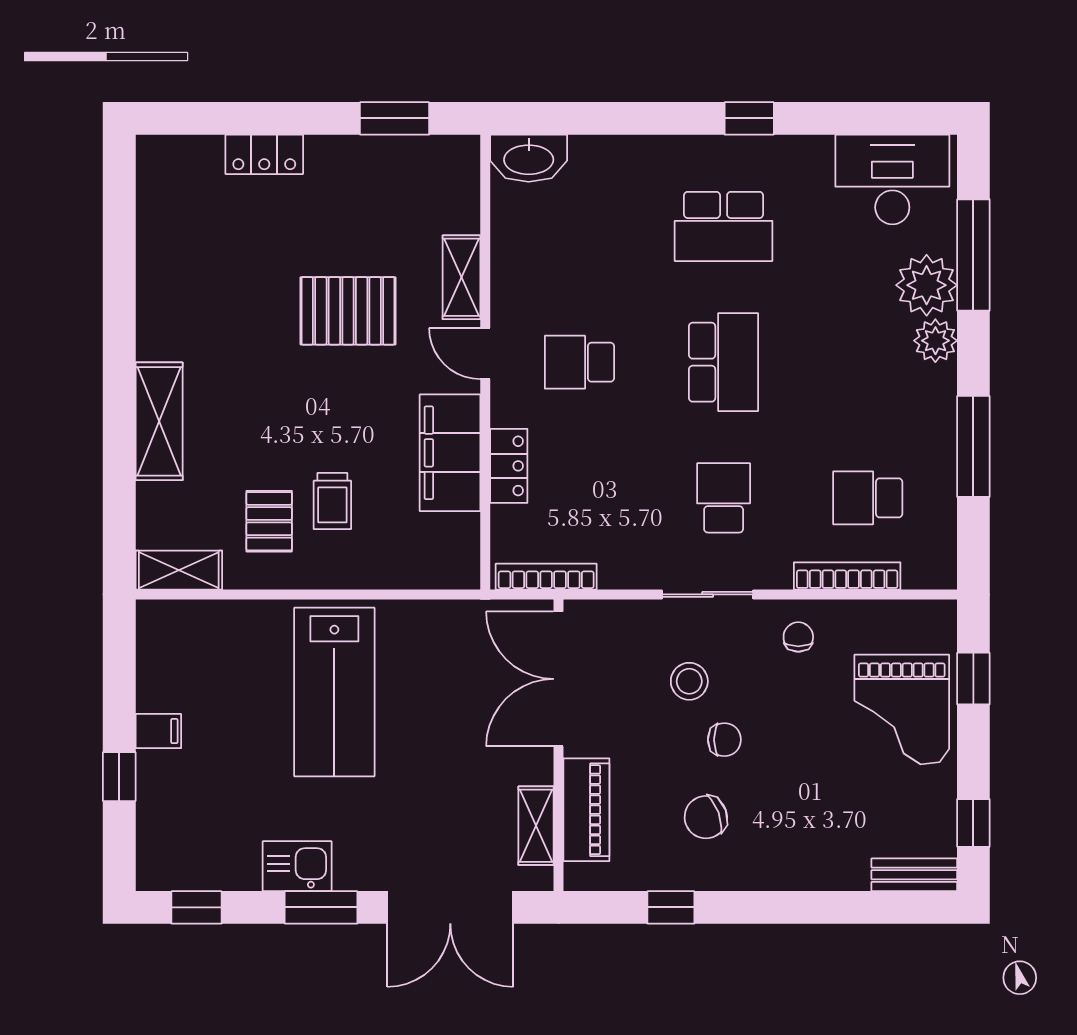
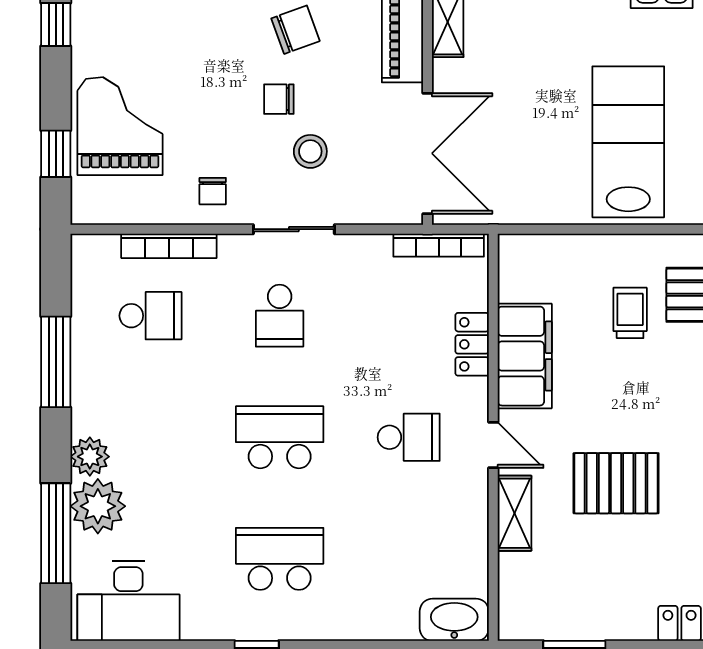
school desk: (724, 362) -> (280, 437), turned 90

